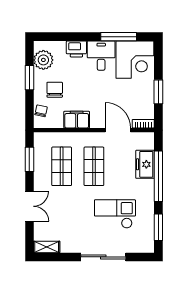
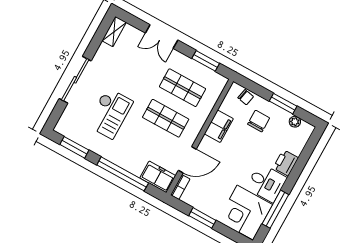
plant: (43, 60) -> (295, 122), width x0.53, depth x0.53
chair: (55, 90) -> (259, 121), turned -90
freezer: (145, 164) -> (158, 177), moved

